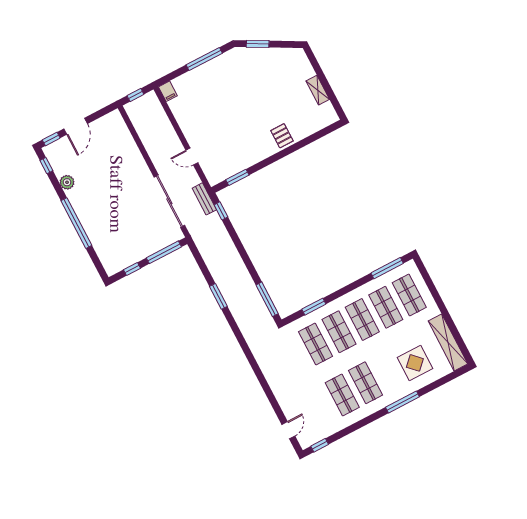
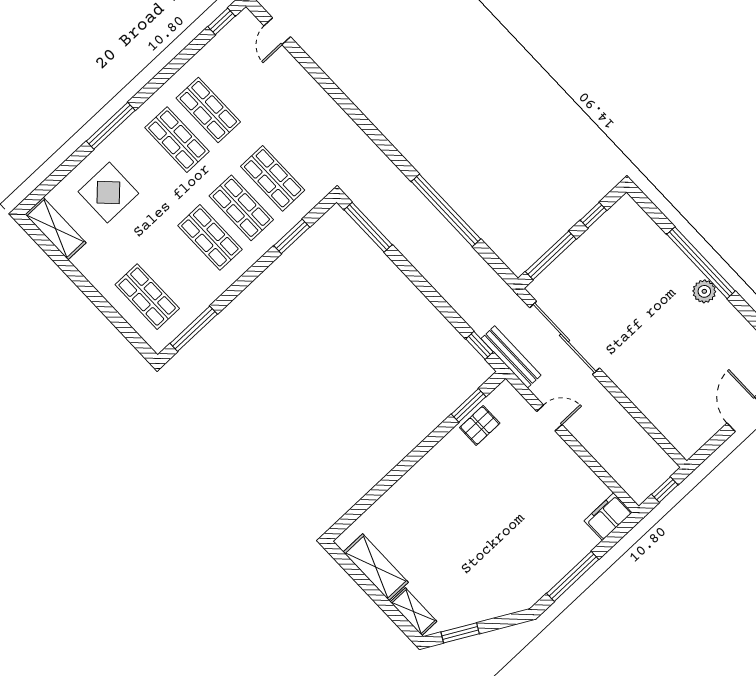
window: (258, 44) -> (460, 633), moved
shelving: (304, 65) -> (414, 612), added
shelving: (318, 90) -> (376, 567), width x1.50, depth x1.33
filing cabinet: (168, 91) -> (608, 517), width x2.00
pallet: (282, 136) -> (480, 425), moved, turned 90
plant: (67, 182) -> (704, 291), moved
bench: (204, 199) -> (511, 357), width x1.36
window: (218, 296) -> (446, 210), width x2.11
shop shelf: (386, 307) -> (179, 267), removed
shelving: (448, 342) -> (56, 229), width x0.68

